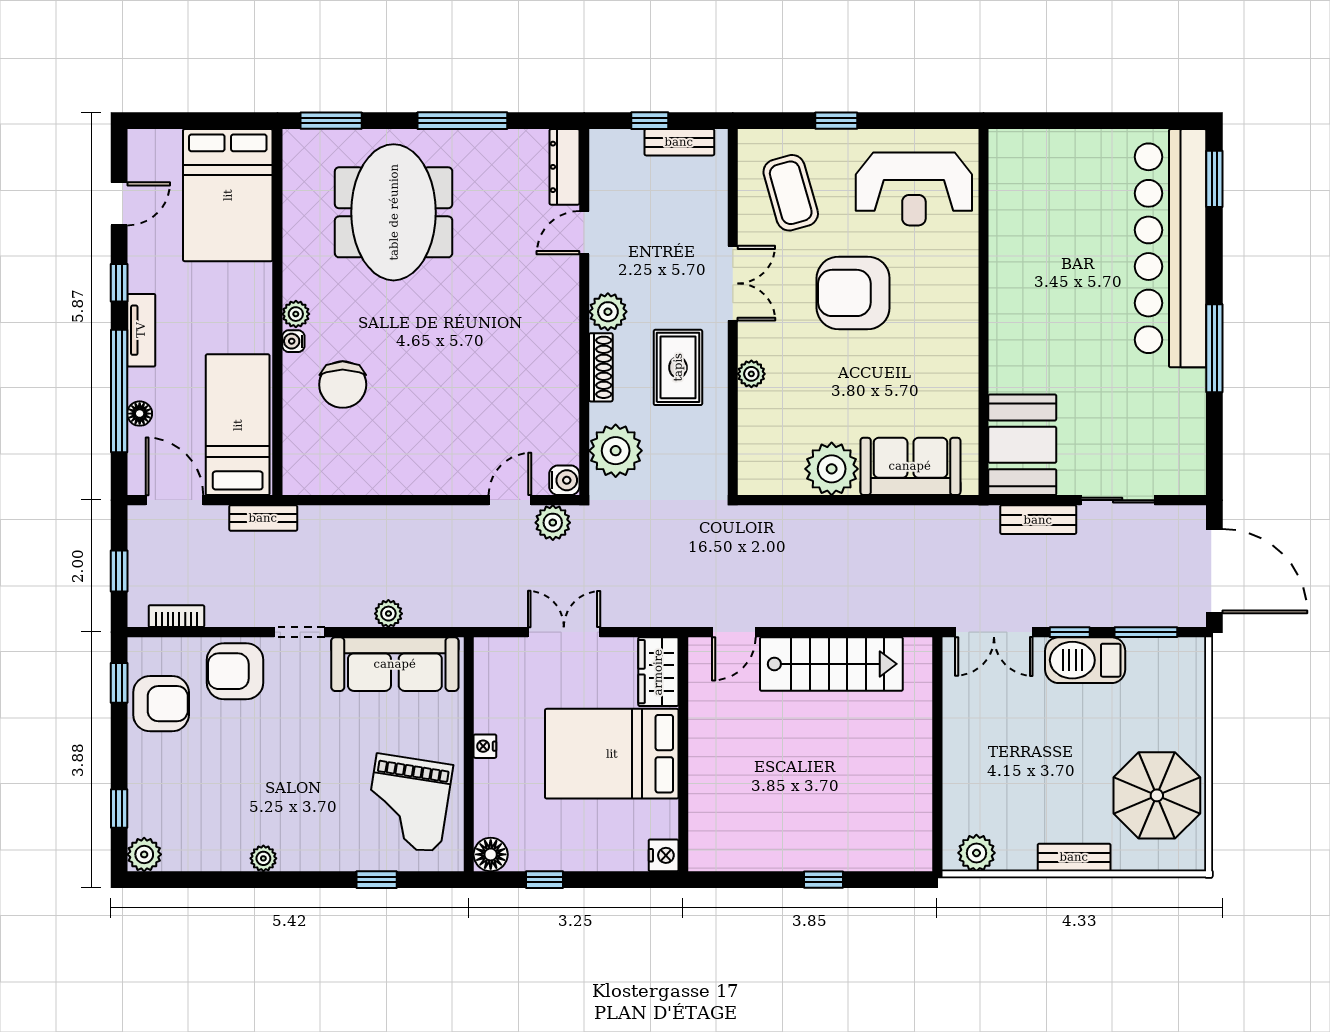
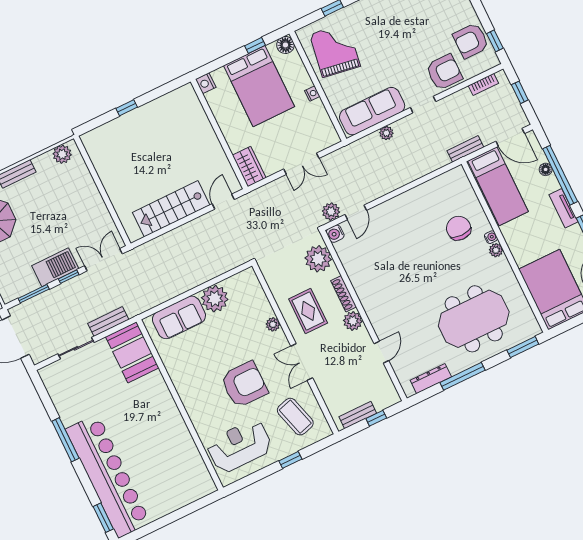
dresser: (564, 167) -> (431, 379), moved, turned -90
meeting table: (394, 212) -> (474, 319), turned 90
bed: (612, 754) -> (259, 86), moved, turned 90

